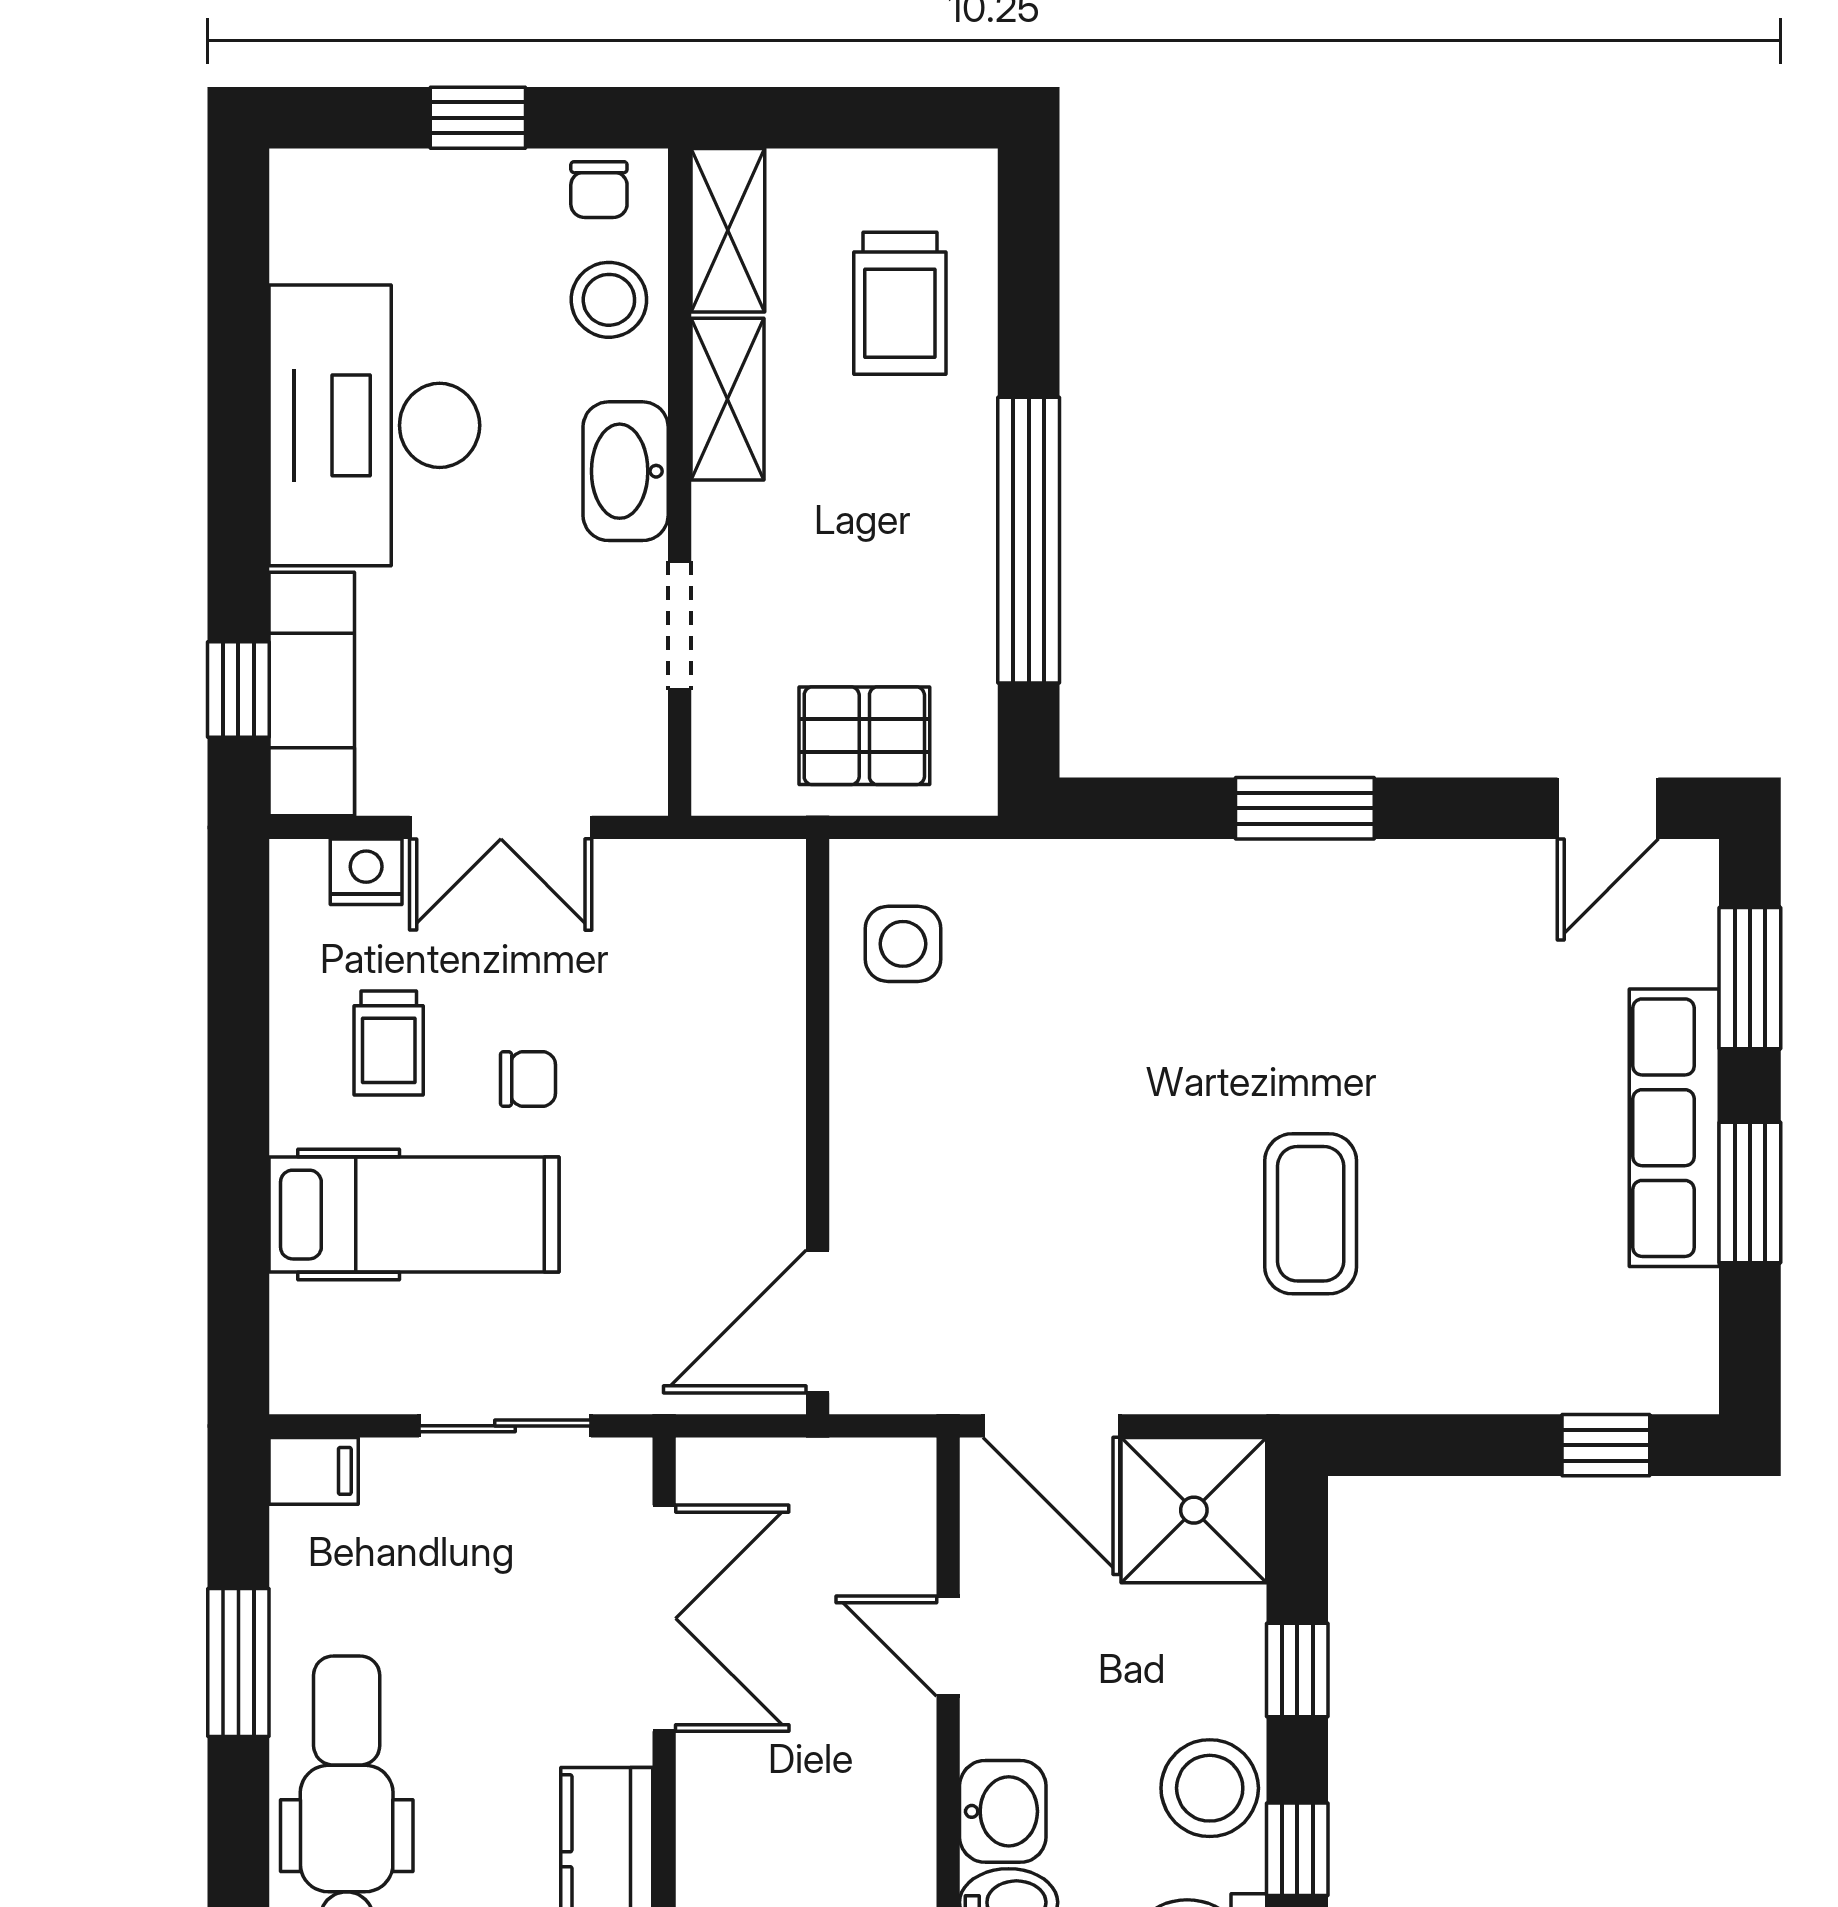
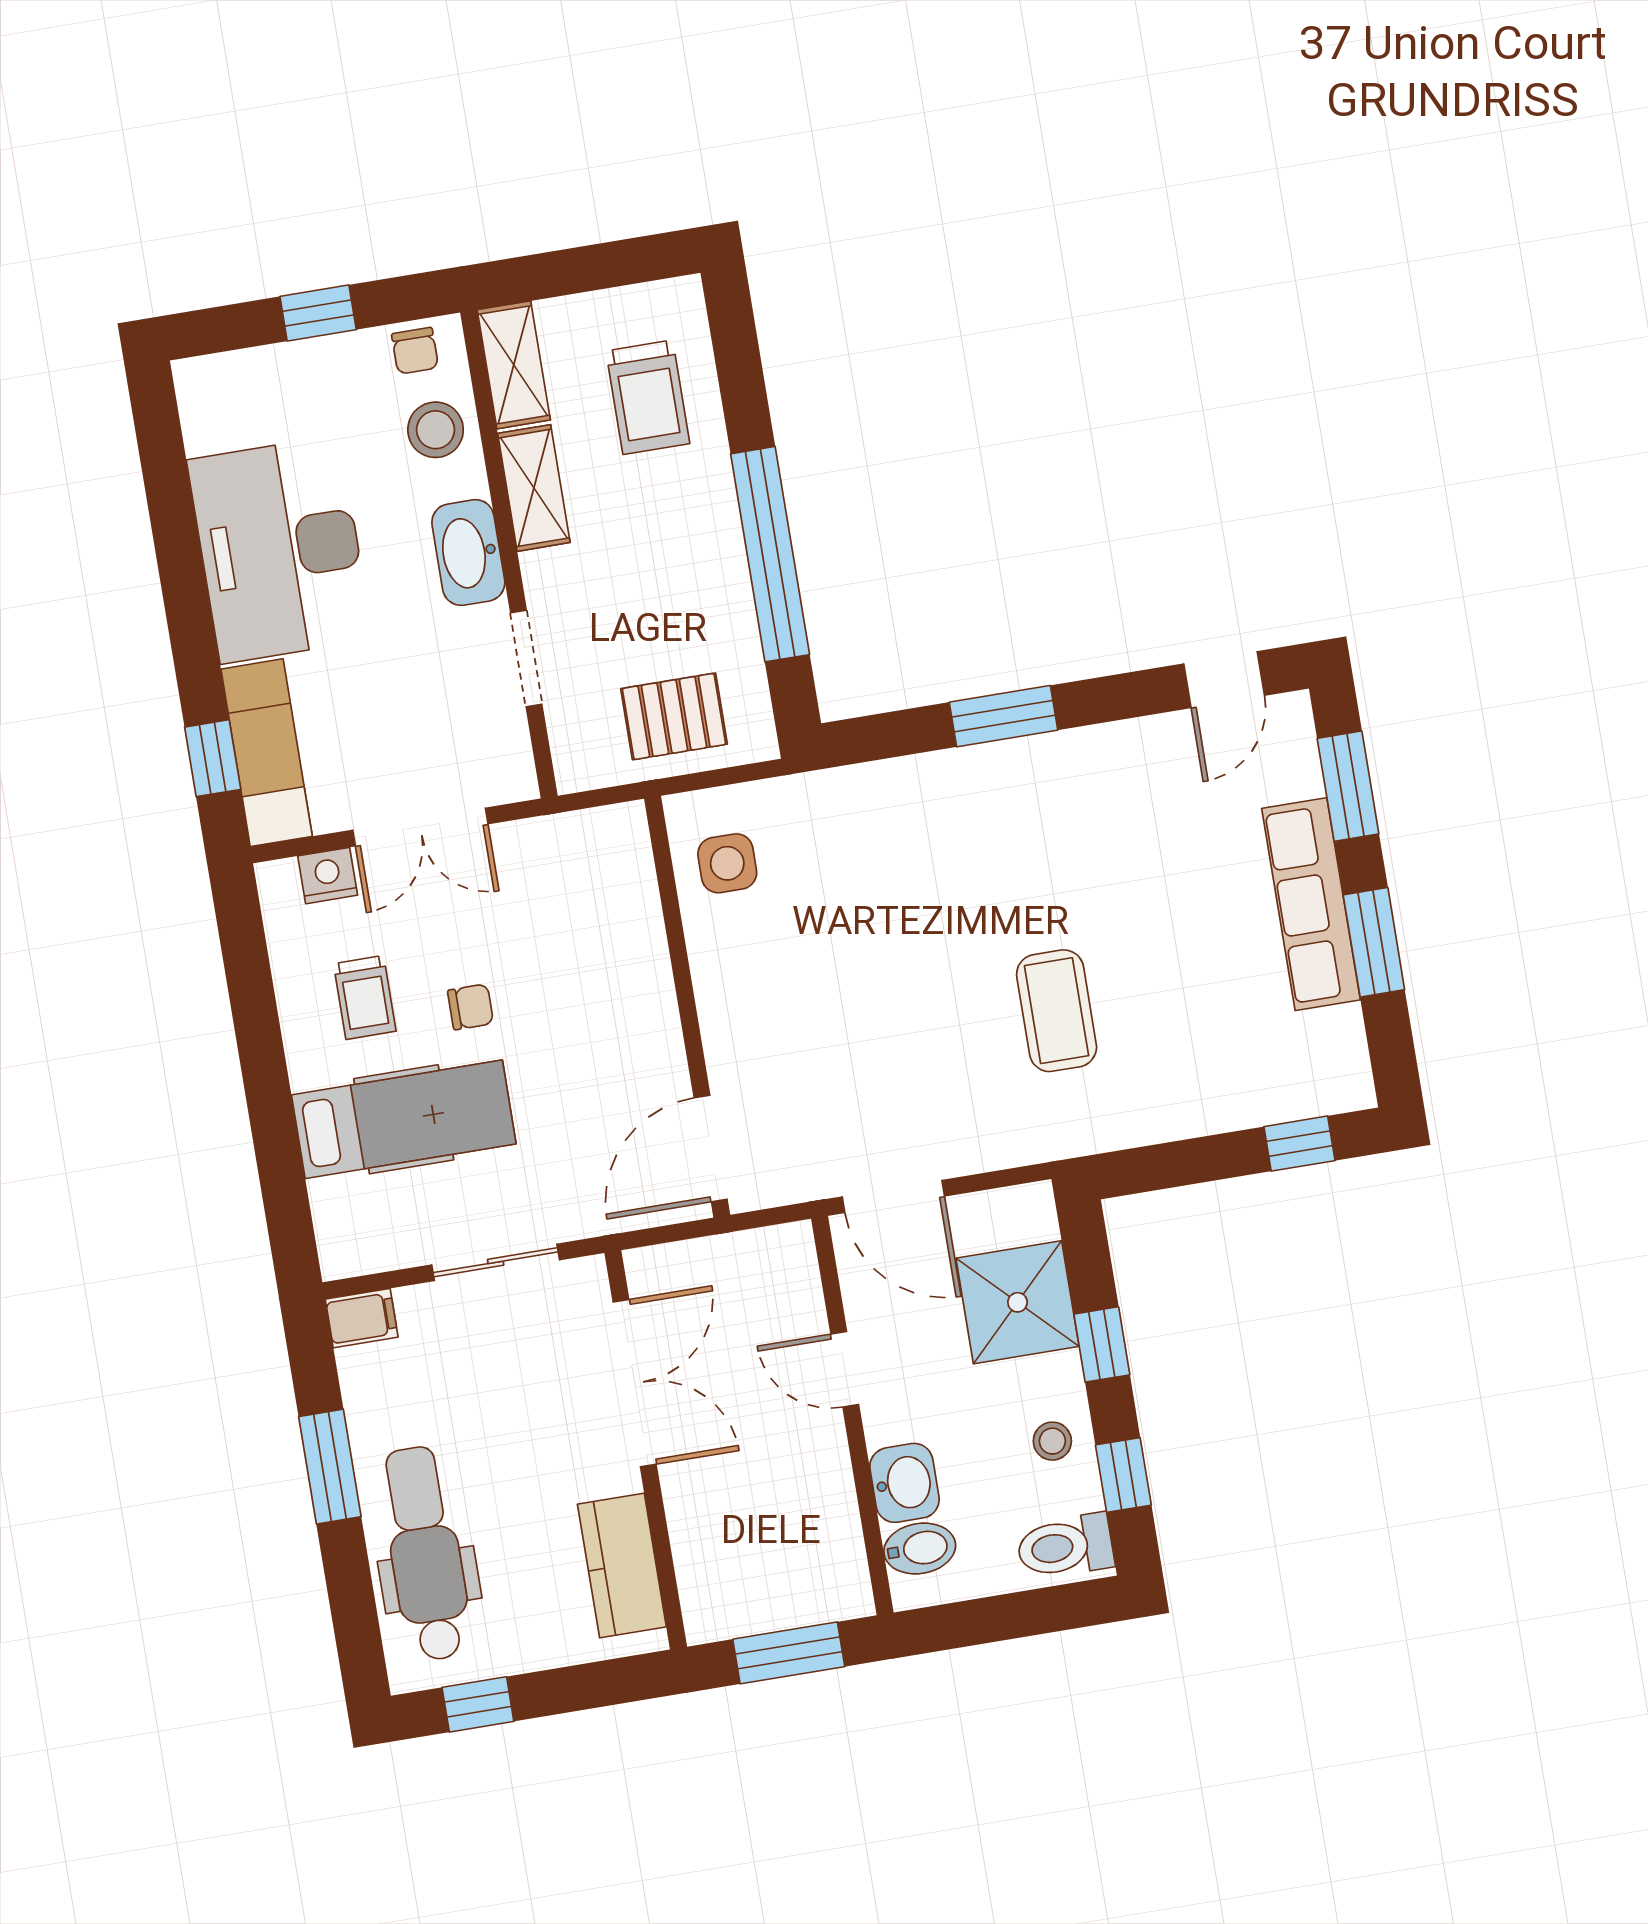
shower: (1194, 1510) -> (1018, 1302), moved
stool: (1210, 1788) -> (1052, 1441), width x0.53, depth x0.53

